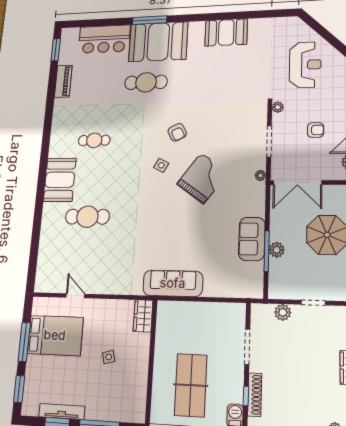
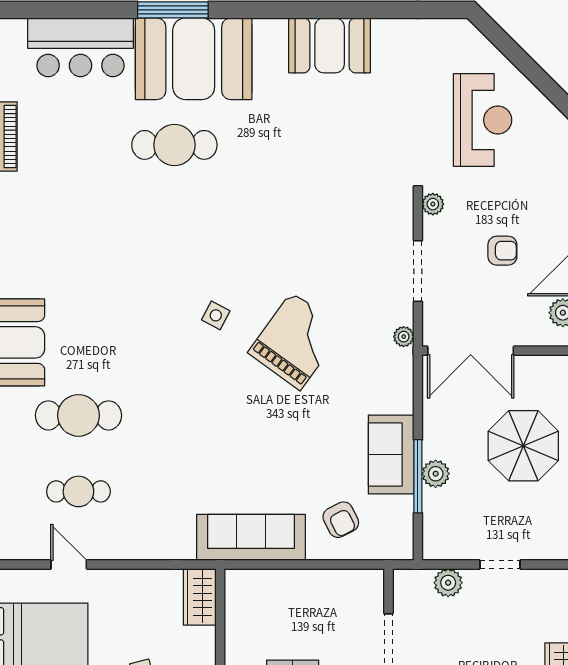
armchair: (177, 132) -> (341, 520), moved
cafe table: (94, 140) -> (78, 491), moved

